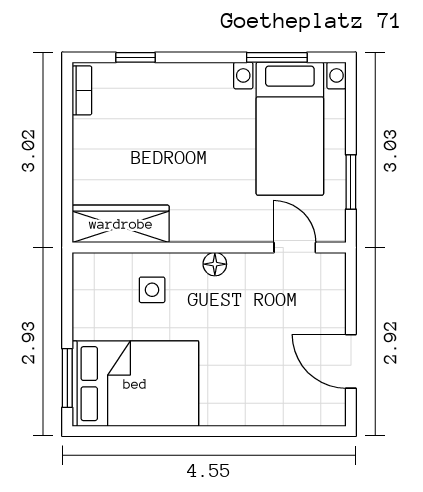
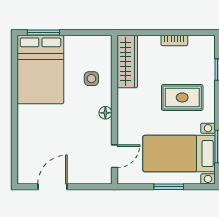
bookcase: (82, 90) -> (174, 40), moved
rug: (187, 123) -> (182, 97), added
window: (351, 182) -> (169, 187), moved

